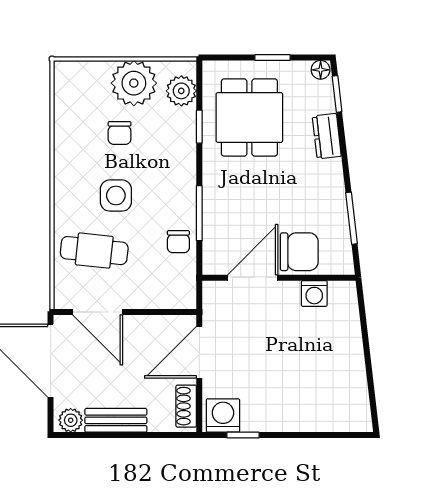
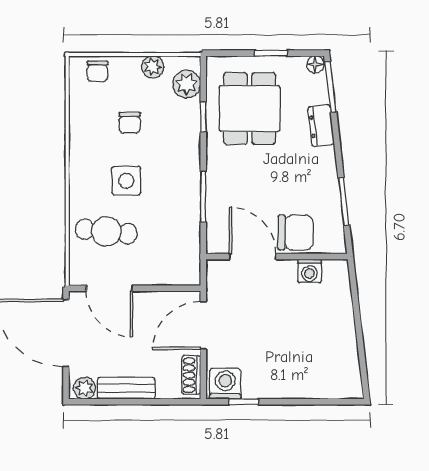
plant: (134, 83) -> (153, 67), width x0.53, depth x0.53
window: (337, 94) -> (331, 87), width x1.50
chair: (178, 242) -> (98, 71), moved
door: (253, 278) -> (253, 257), hinge flipped

